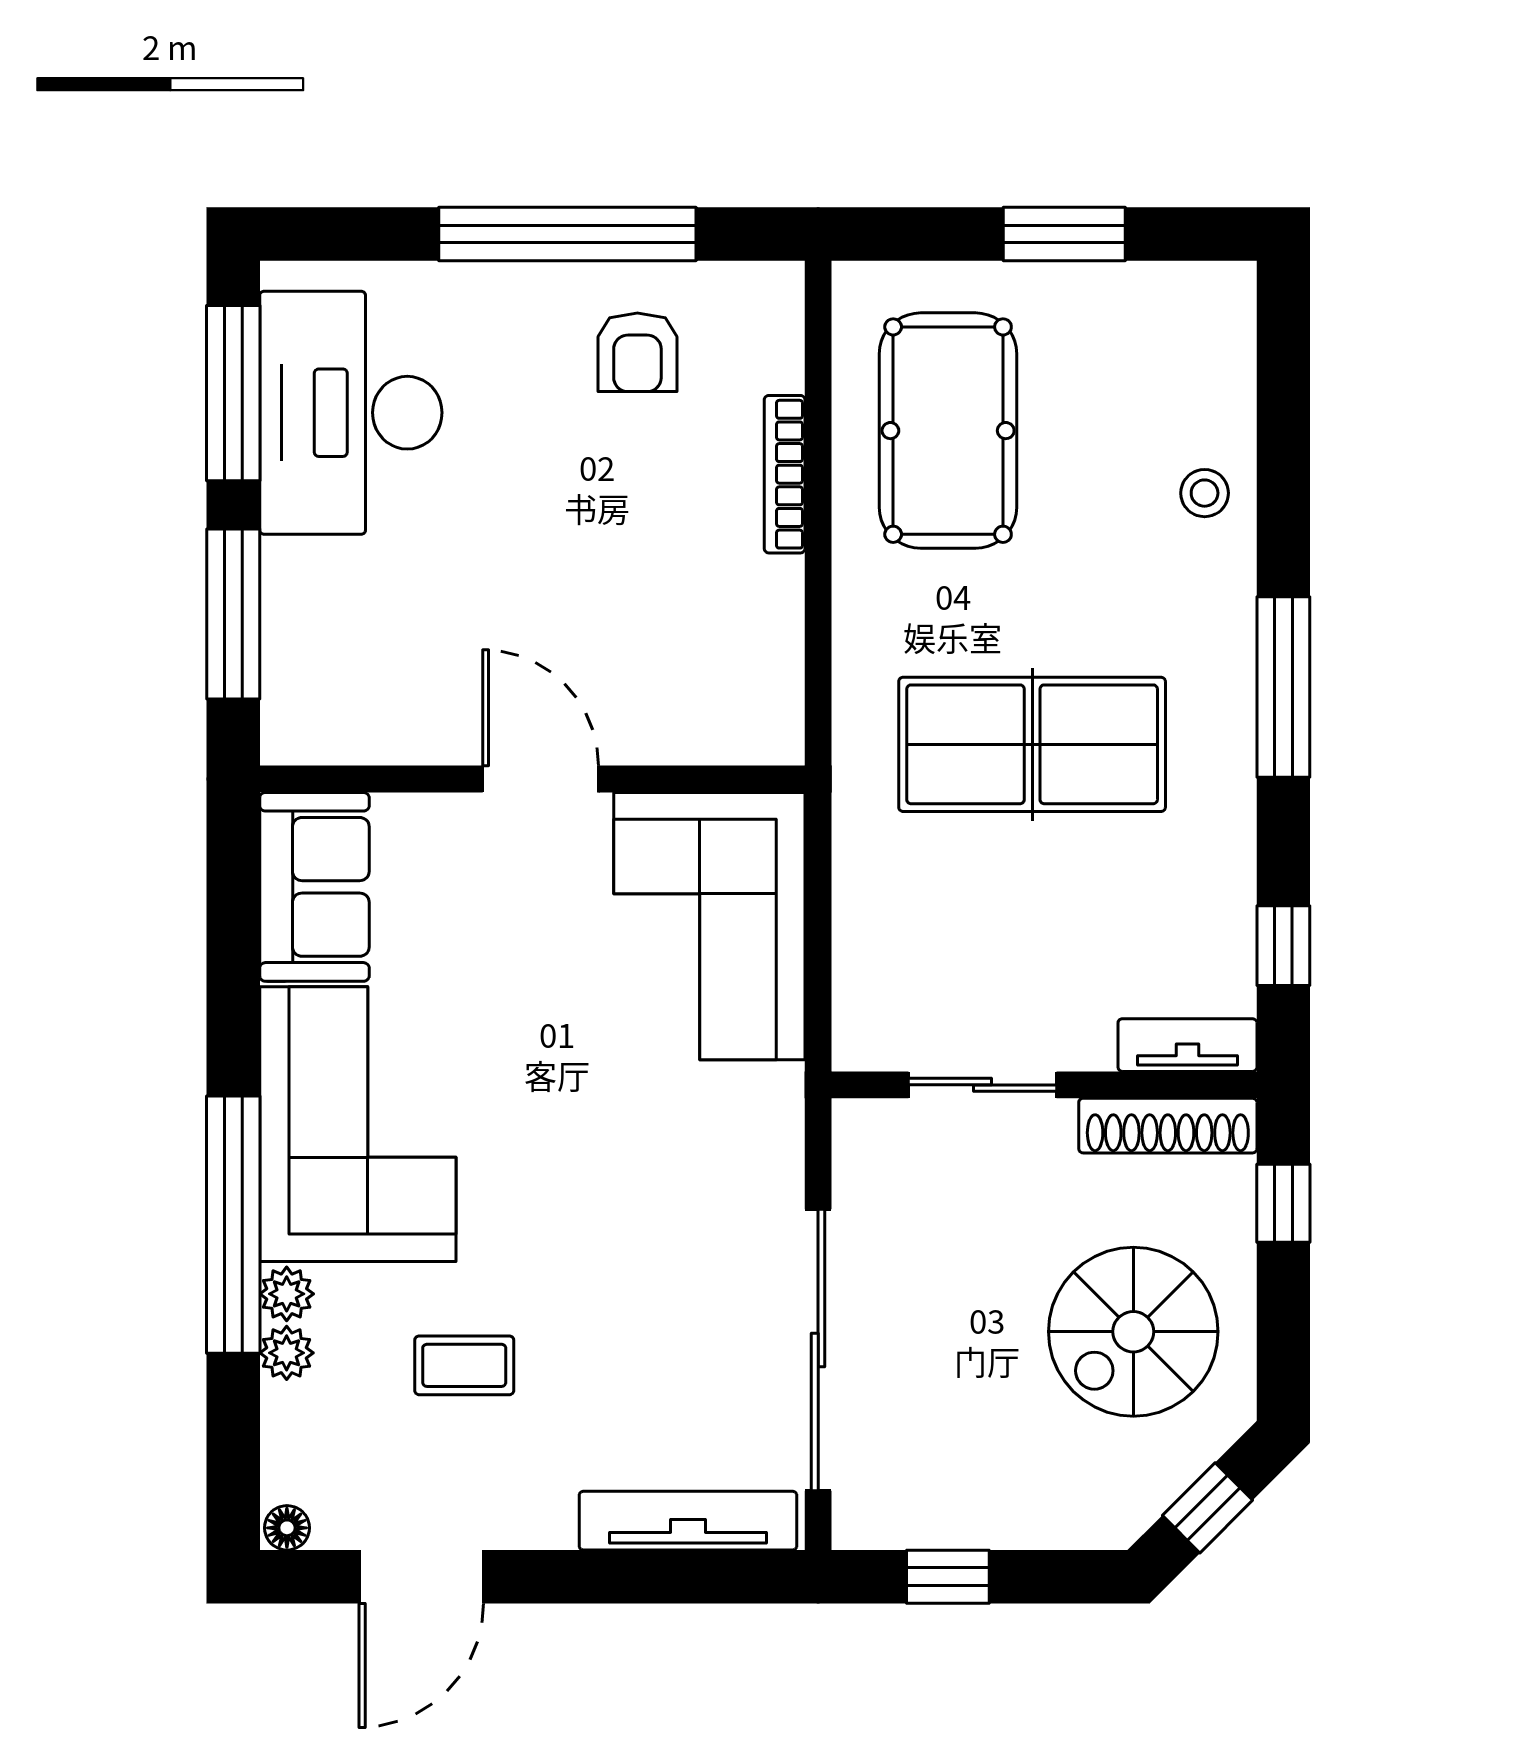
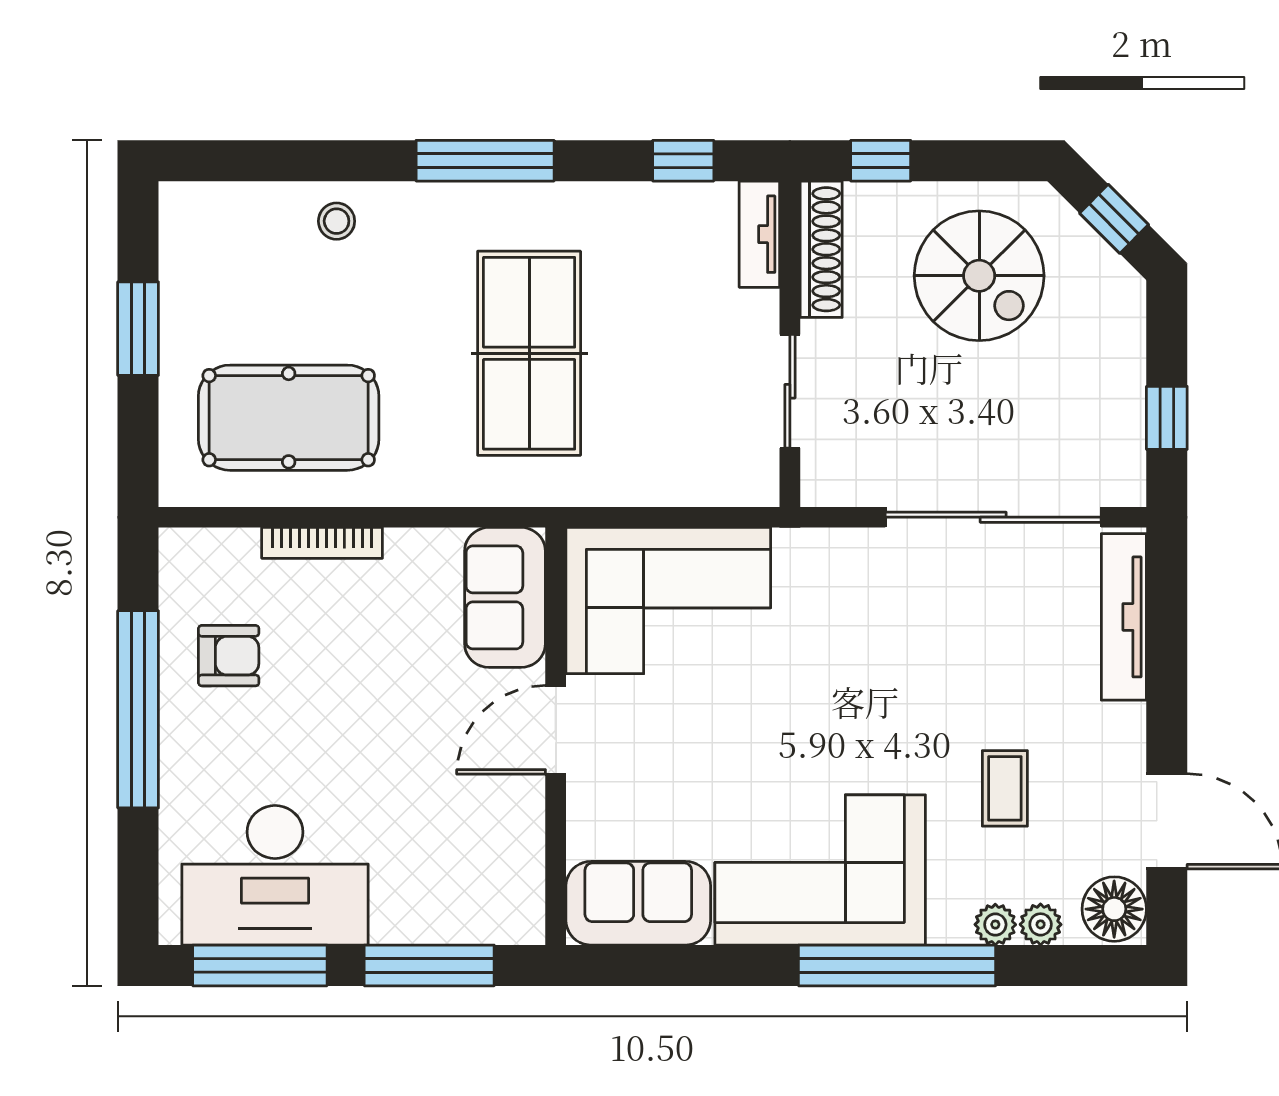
sofa: (713, 713) -> (505, 597), added
plant: (287, 1294) -> (1041, 924), moved
floor lamp: (287, 1528) -> (1114, 909), width x1.89, depth x1.89

